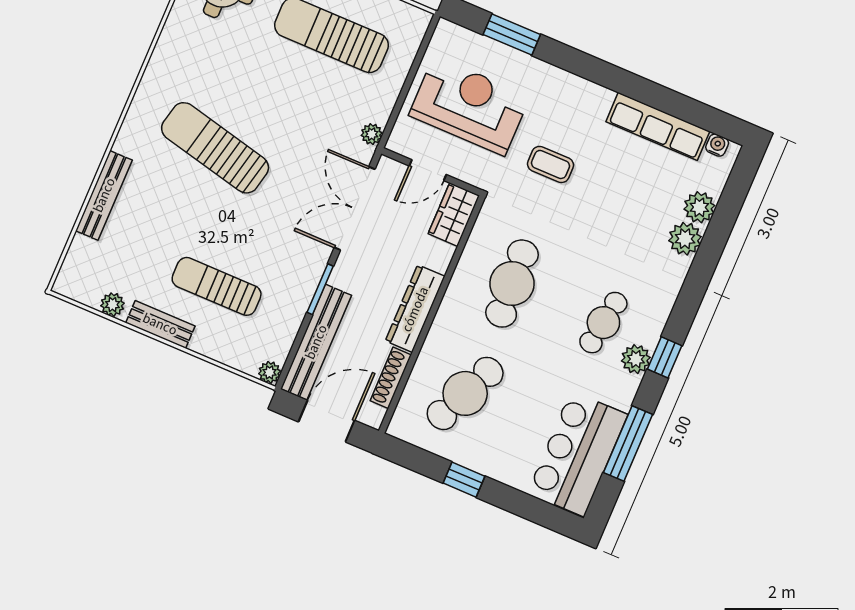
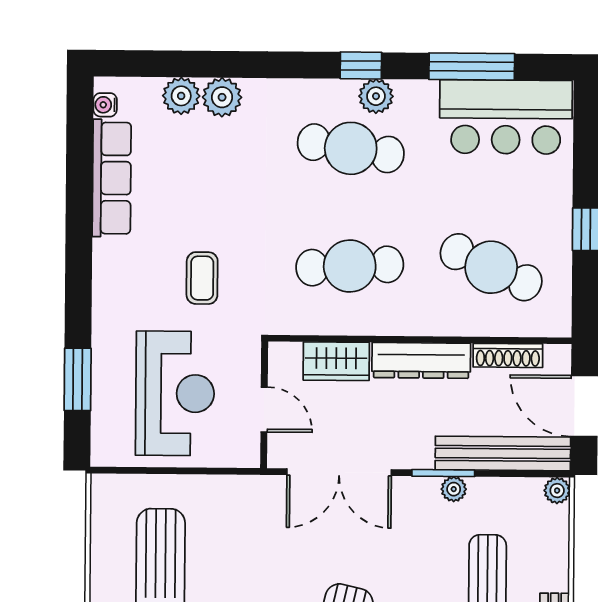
reception desk: (469, 106) -> (175, 393), turned 180
plant: (372, 134) -> (454, 489), moved
wardrobe: (454, 215) -> (336, 361), moved
cafe table: (603, 323) -> (351, 148), width x1.37, depth x1.35

